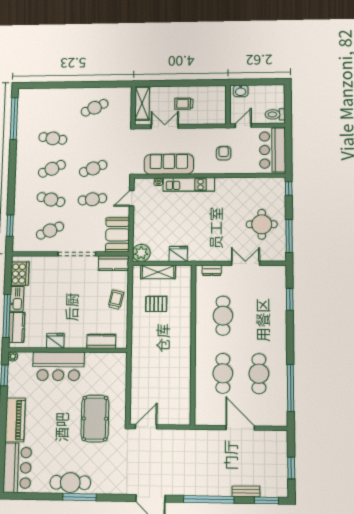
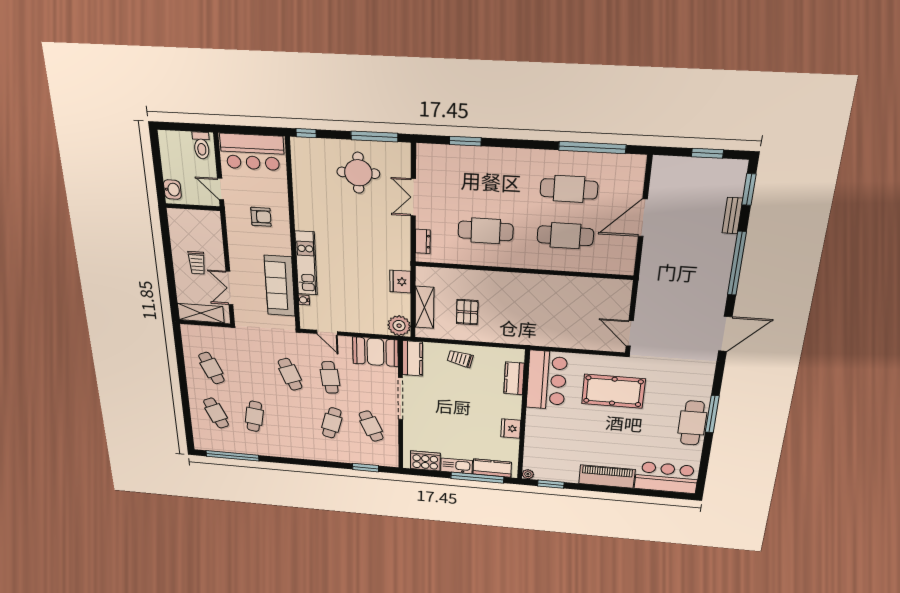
armchair: (224, 153) -> (261, 217), turned 180
cafe table: (52, 169) -> (216, 413), moved
bar counter: (58, 366) -> (547, 380), moved

